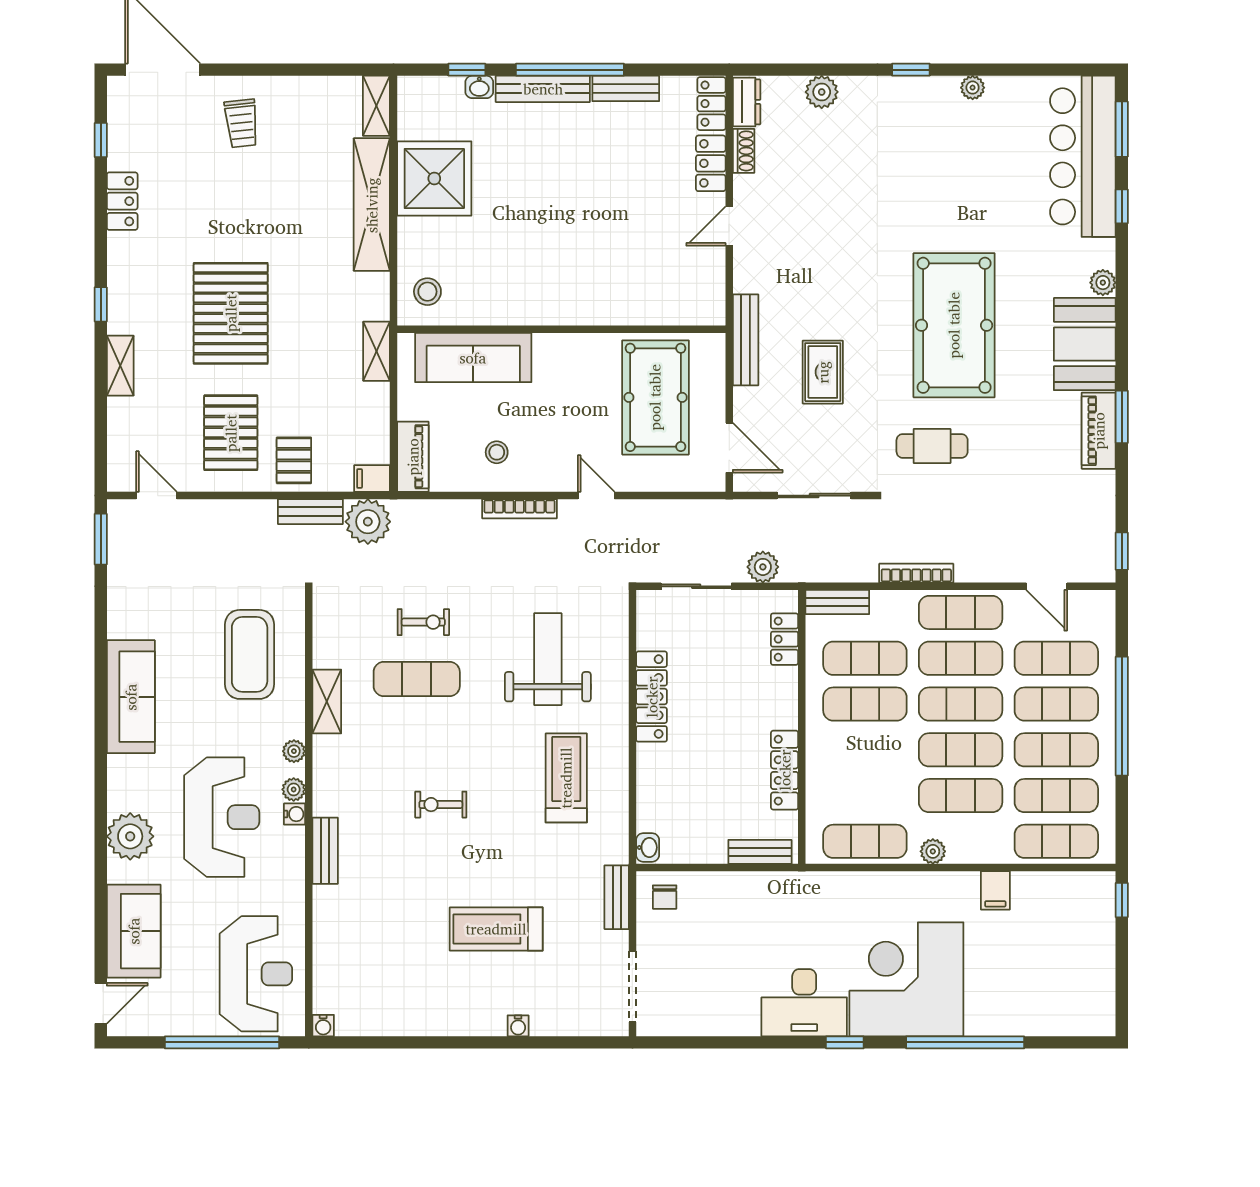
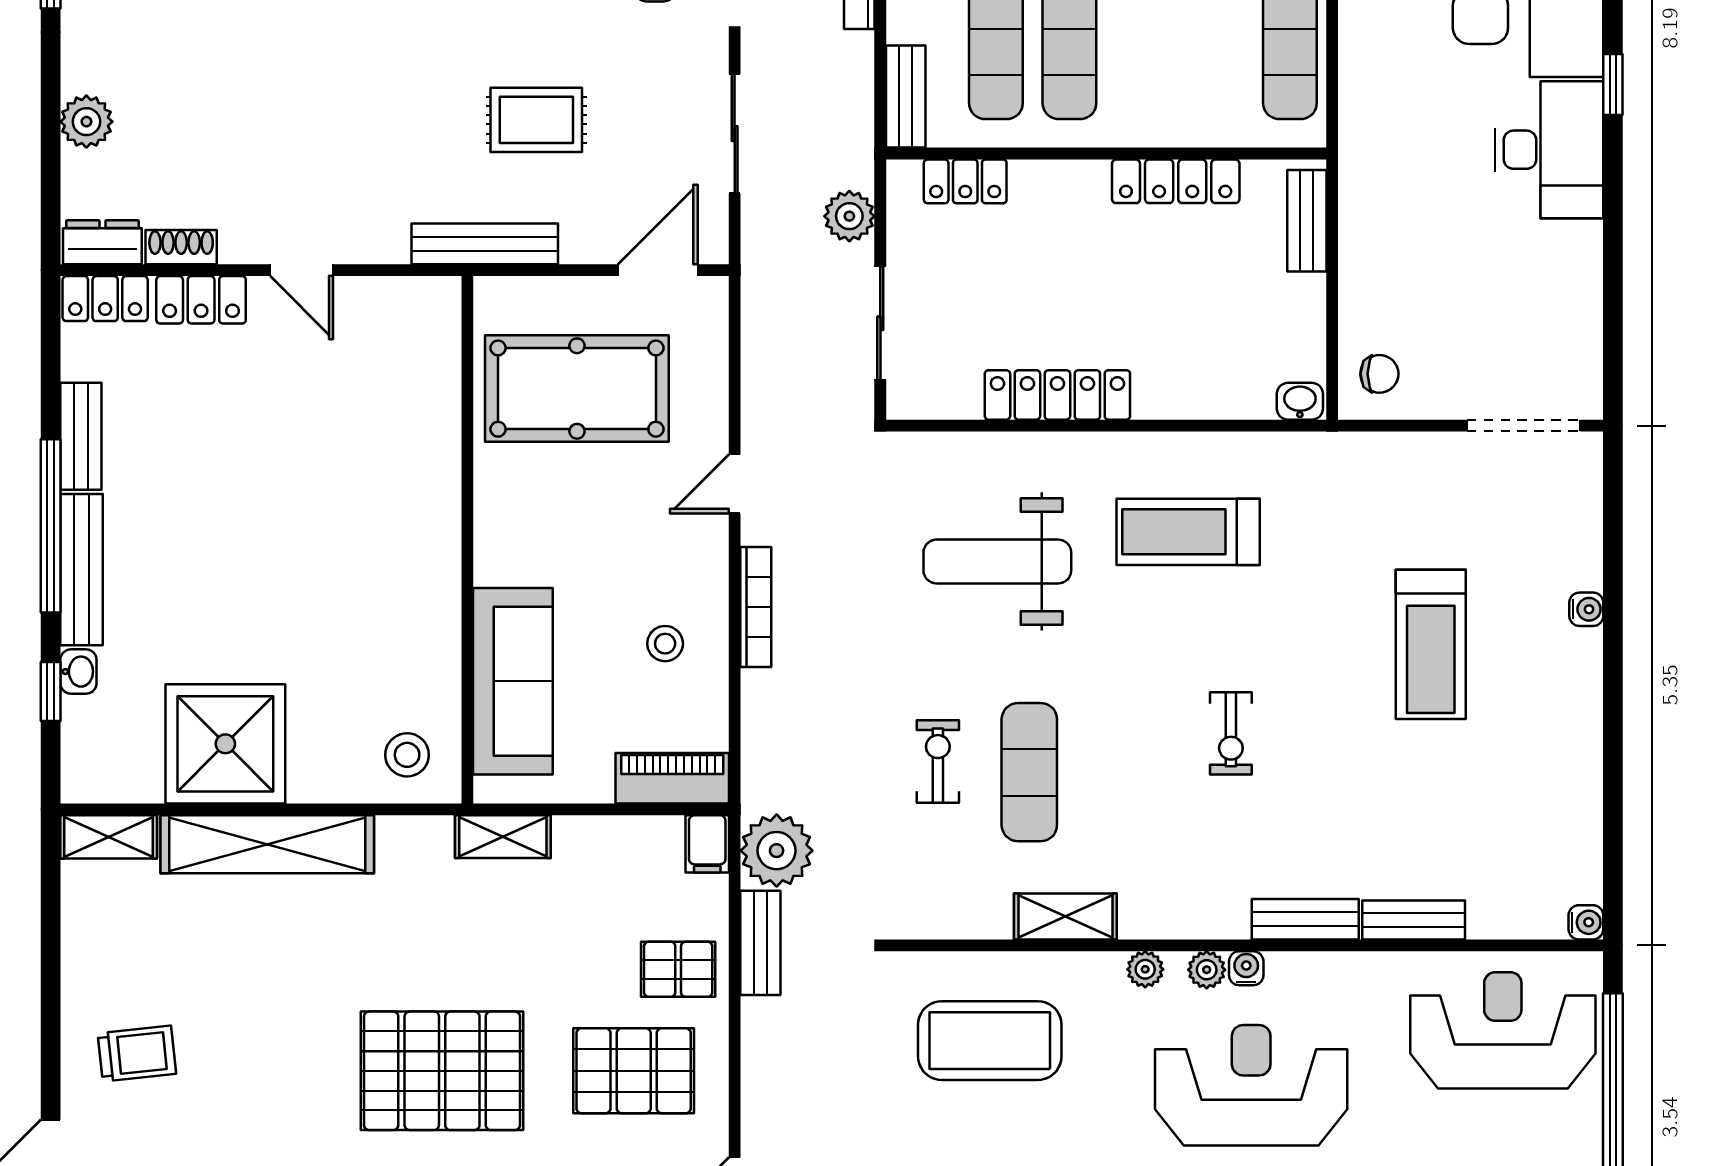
bench: (617, 897) -> (1414, 920), moved

